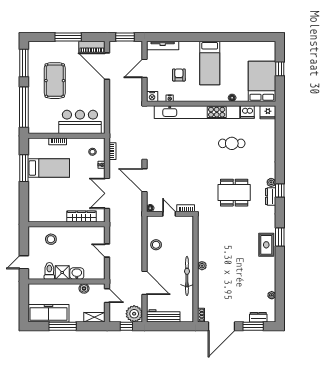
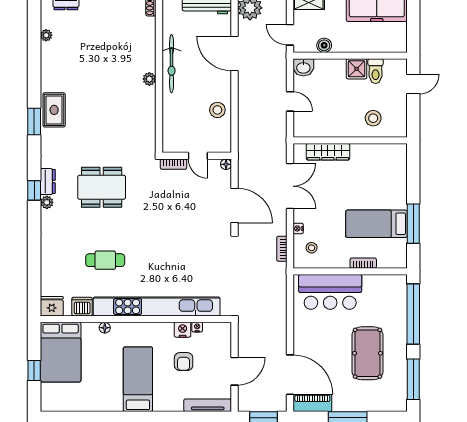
nightstand: (152, 96) -> (183, 330), moved
washbasin: (77, 273) -> (303, 67), moved

